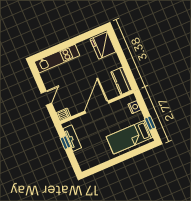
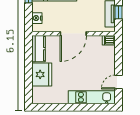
fridge: (103, 45) -> (42, 74), moved
door: (46, 98) -> (118, 82), moved

